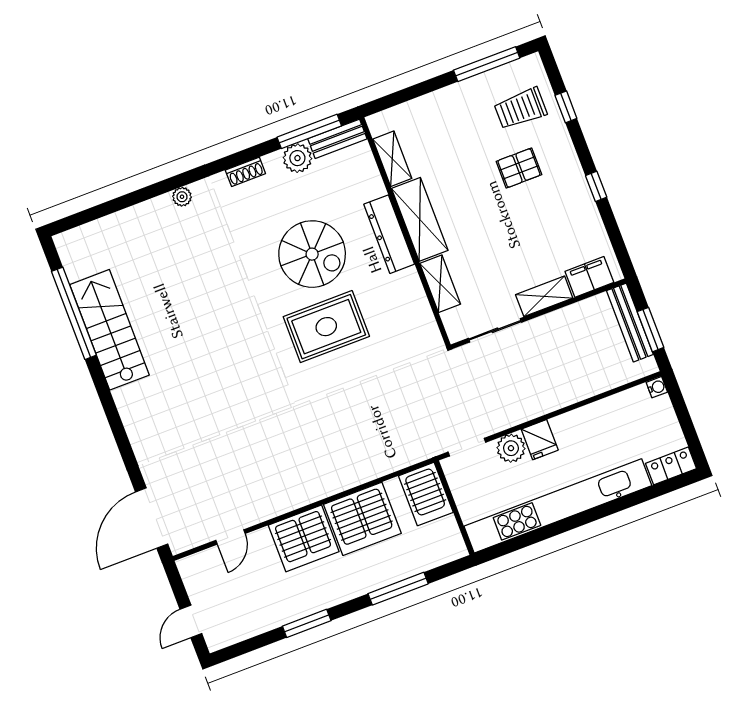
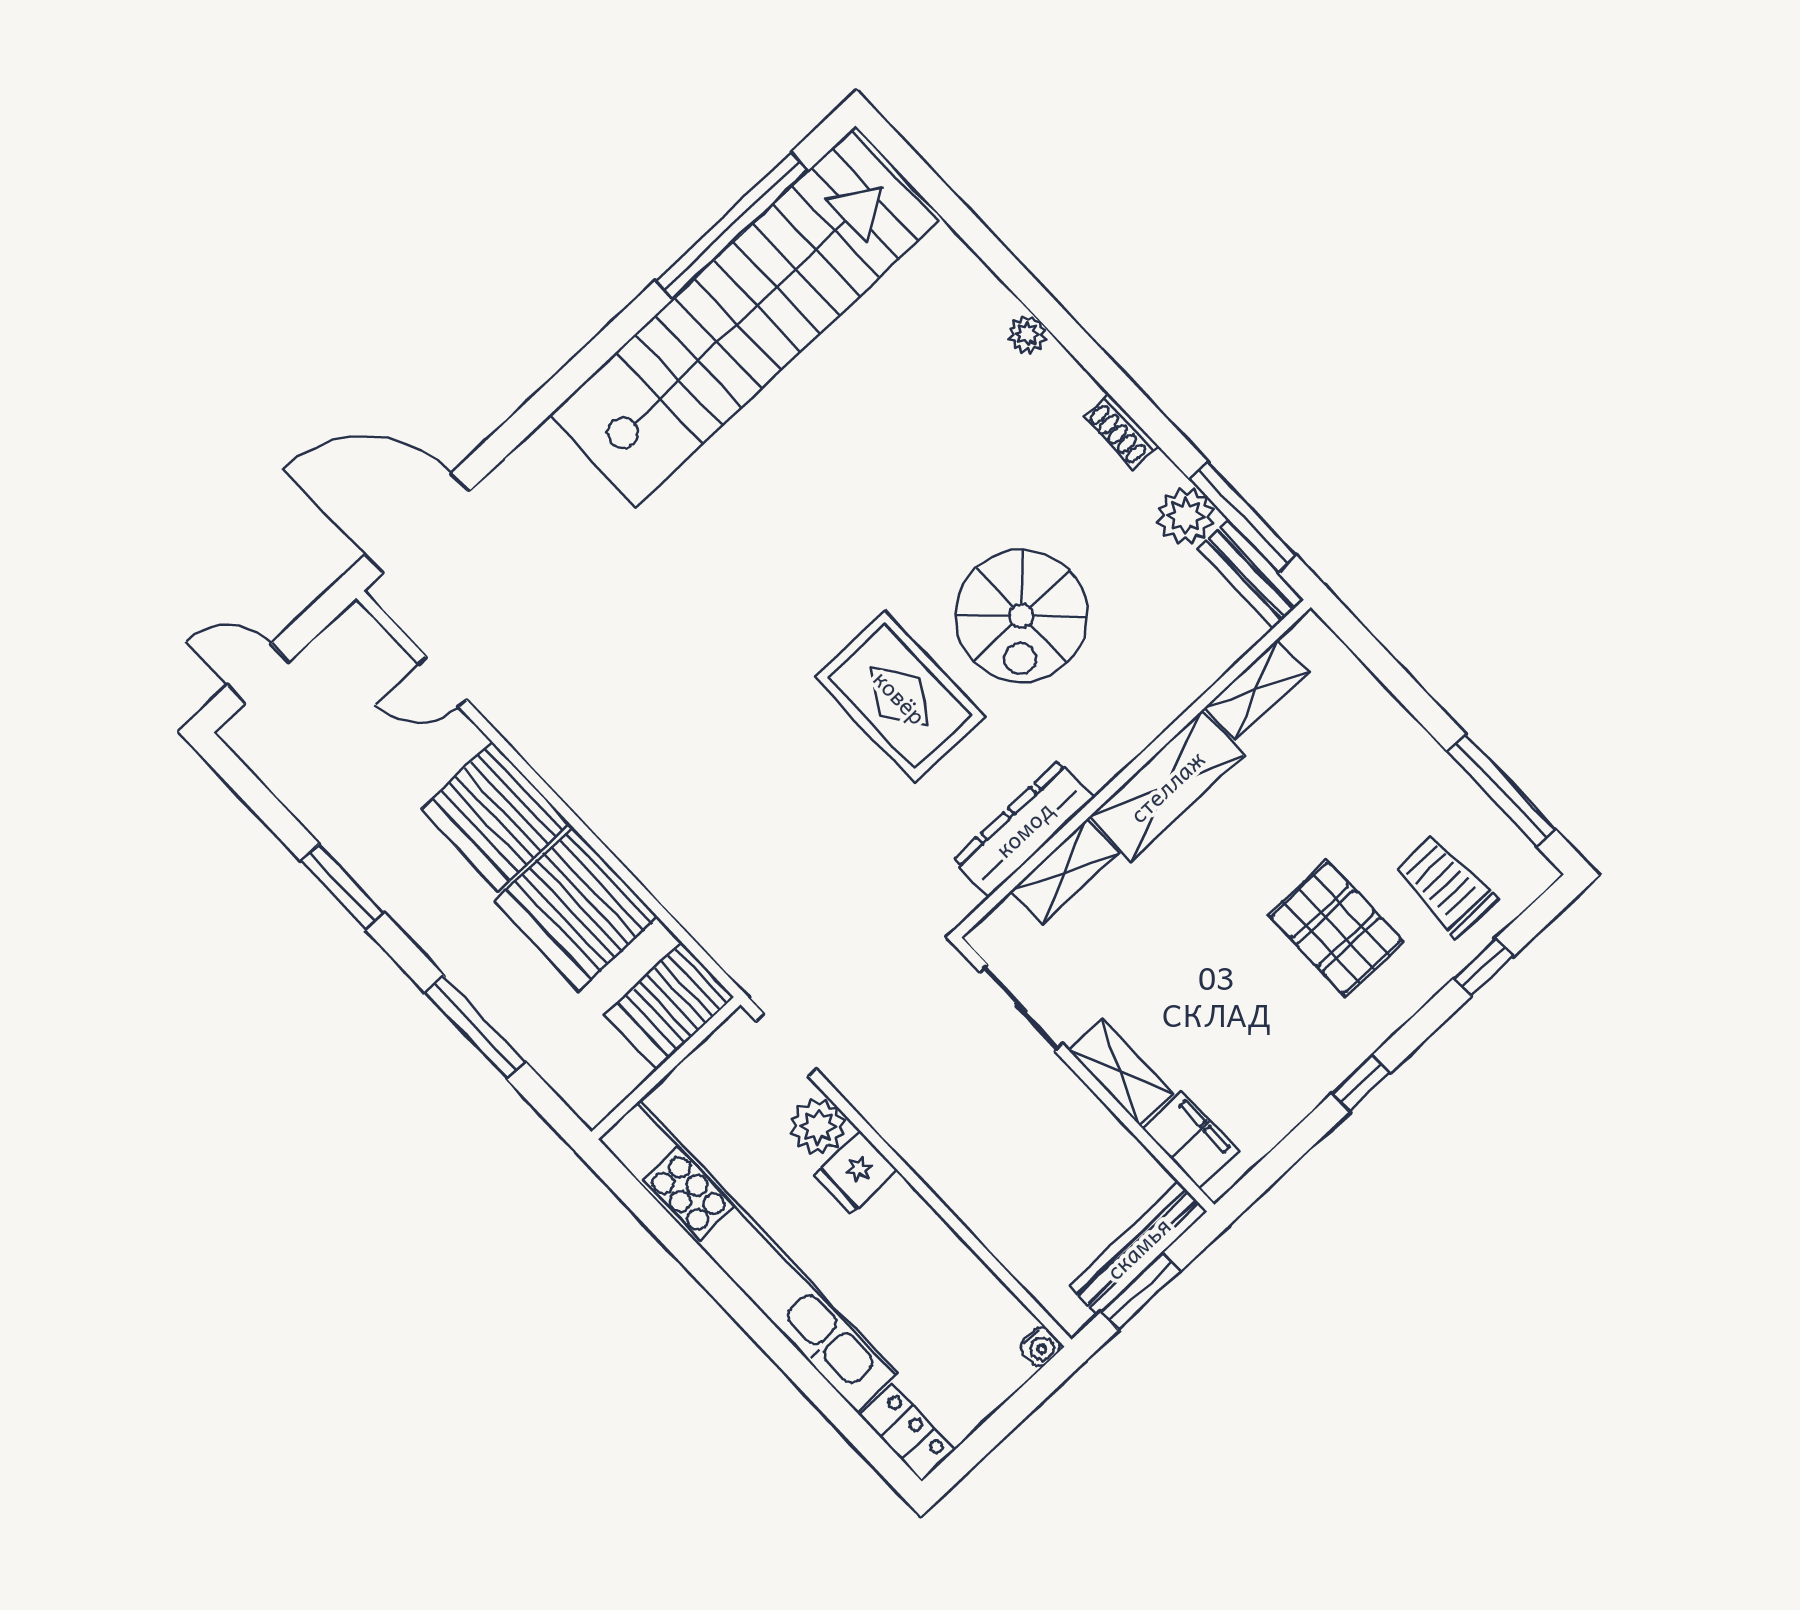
pallet: (519, 168) -> (1336, 928), width x1.50, depth x1.42
dresser: (389, 234) -> (1024, 829), moved
stairs: (110, 330) -> (743, 319), width x1.86, depth x1.51

